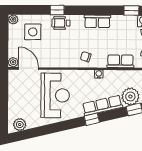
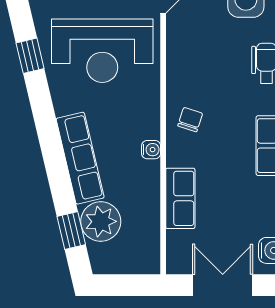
window: (92, 119) -> (30, 56), moved

